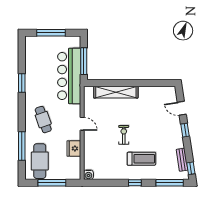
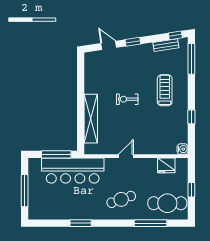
door: (182, 108) -> (109, 45), swing flipped
exercise bike: (124, 135) -> (127, 99), moved
fridge: (74, 148) -> (166, 165), moved
window: (52, 183) -> (191, 190), width x0.46
window: (135, 183) -> (191, 117), moved

